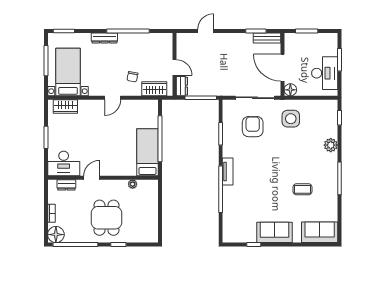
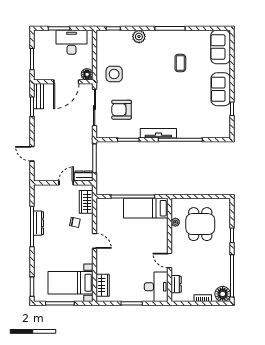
dresser: (104, 38) -> (39, 223), moved
tv unit: (228, 172) -> (158, 133), width x1.41
dining table: (106, 218) -> (200, 224), moved, turned 90

